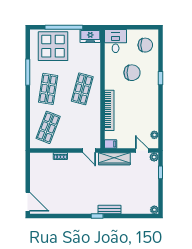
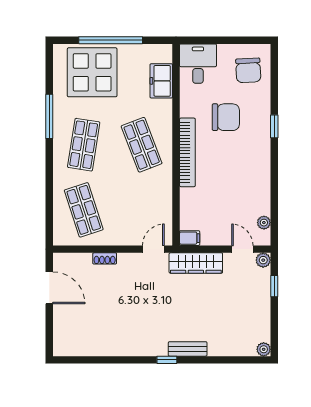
freezer: (90, 36) -> (161, 81), moved, turned 90
chair: (145, 45) -> (248, 70), turned 87
shop shelf: (82, 89) -> (142, 145), turned -36
bookcase: (109, 110) -> (187, 152), moved
shop shelf: (48, 127) -> (84, 210), turned -39
door: (89, 151) -> (153, 249), swing flipped
door: (28, 202) -> (49, 288), moved

